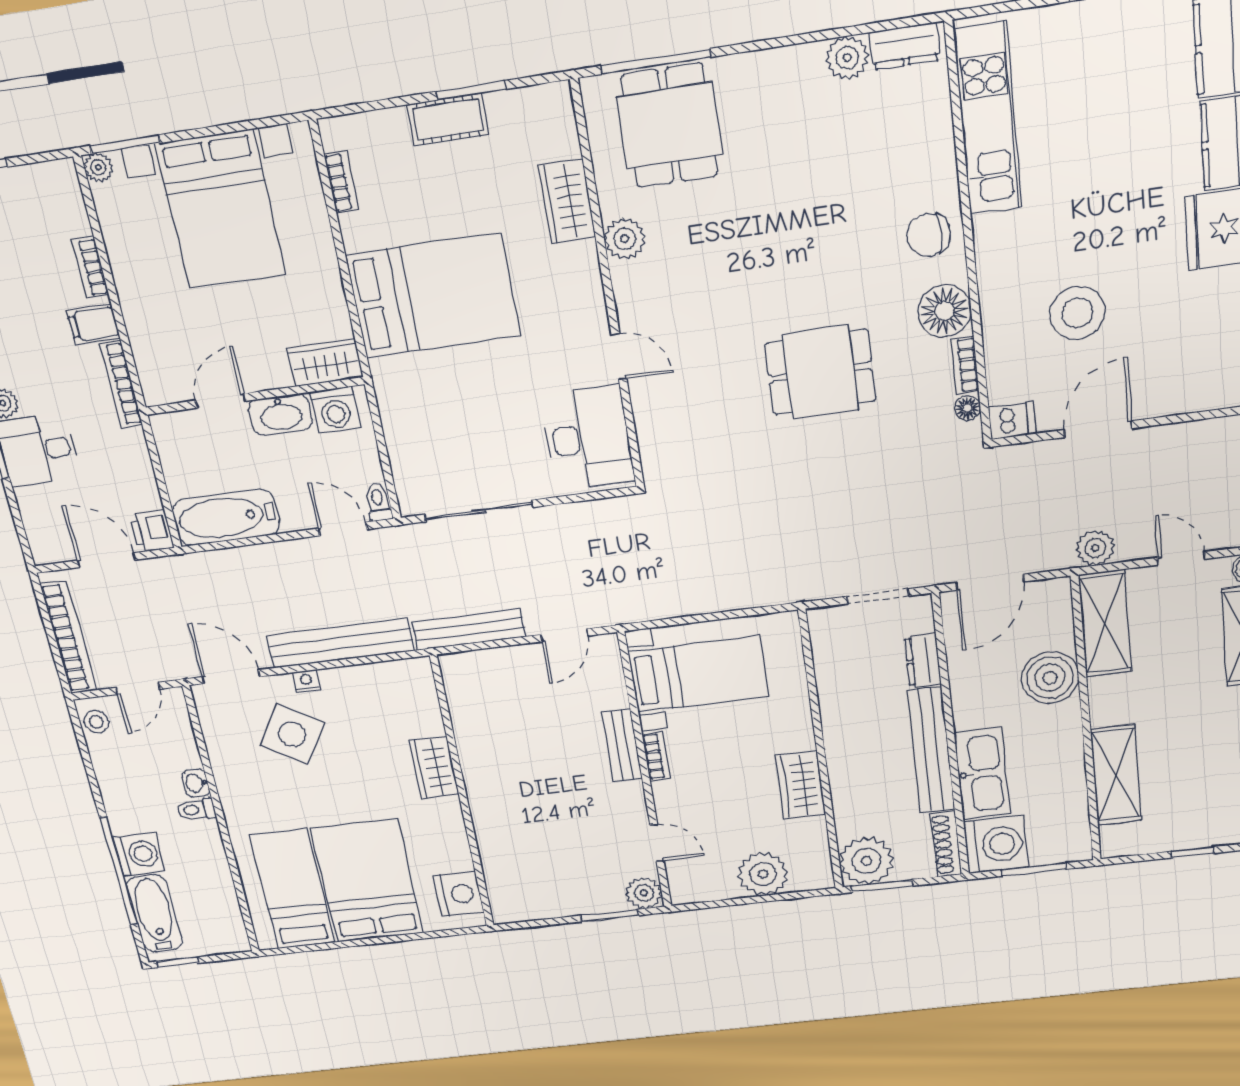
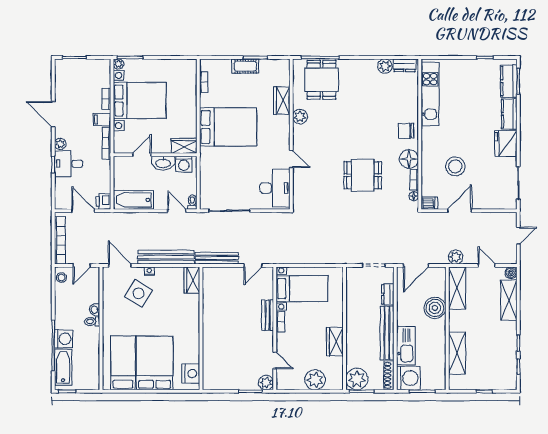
bed with nightstands: (221, 210) -> (140, 100), moved, turned -90
wardrobe: (434, 768) -> (192, 280), moved

